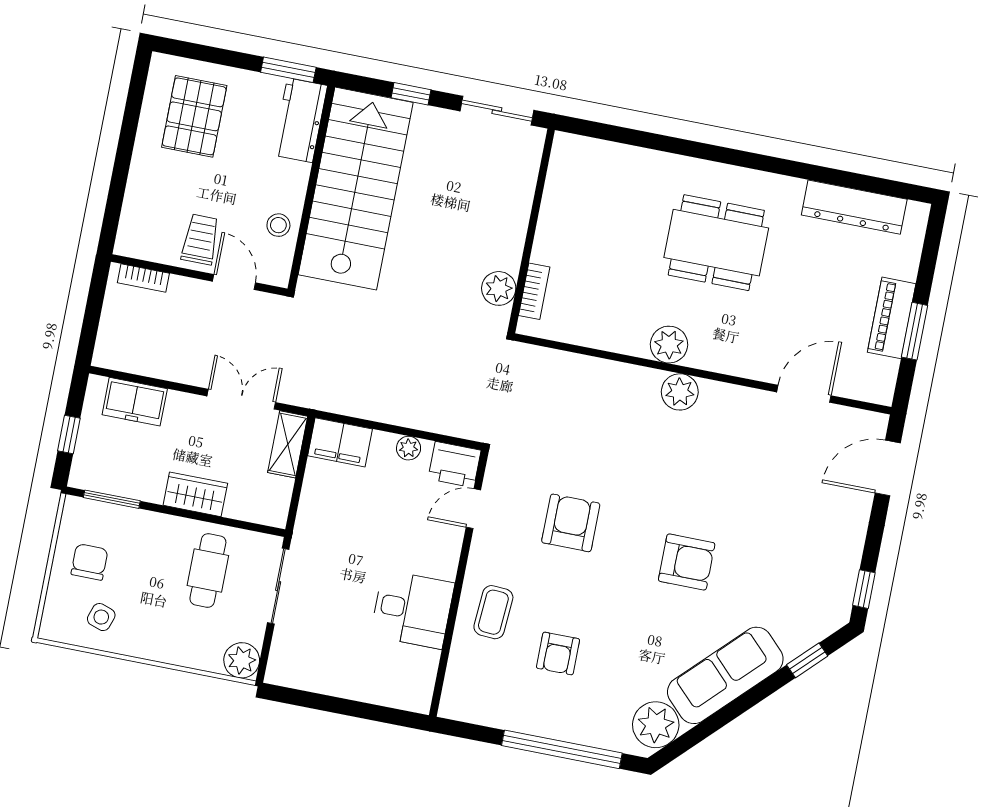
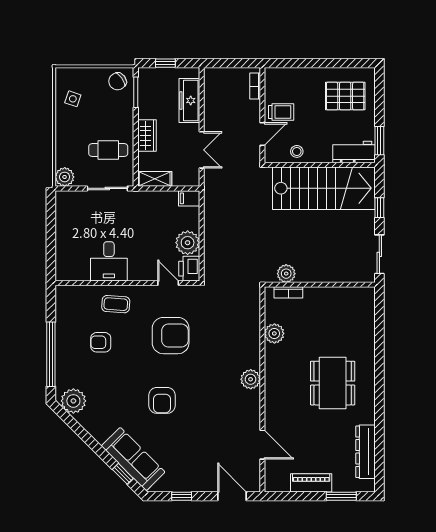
window: (915, 331) -> (341, 496), moved
plant: (669, 345) -> (274, 333), moved
freezer: (135, 402) -> (189, 101), width x1.40
filing cabinet: (340, 442) -> (189, 198), width x0.50
shelving: (288, 444) -> (155, 179), moved
plant: (409, 448) -> (188, 243), width x1.87, depth x1.87
armchair: (571, 523) -> (171, 336), width x1.36, depth x1.36
chair: (89, 562) -> (117, 81), moved, turned 145
window: (864, 589) -> (182, 496), moved
sofa: (725, 675) -> (133, 459), moved

